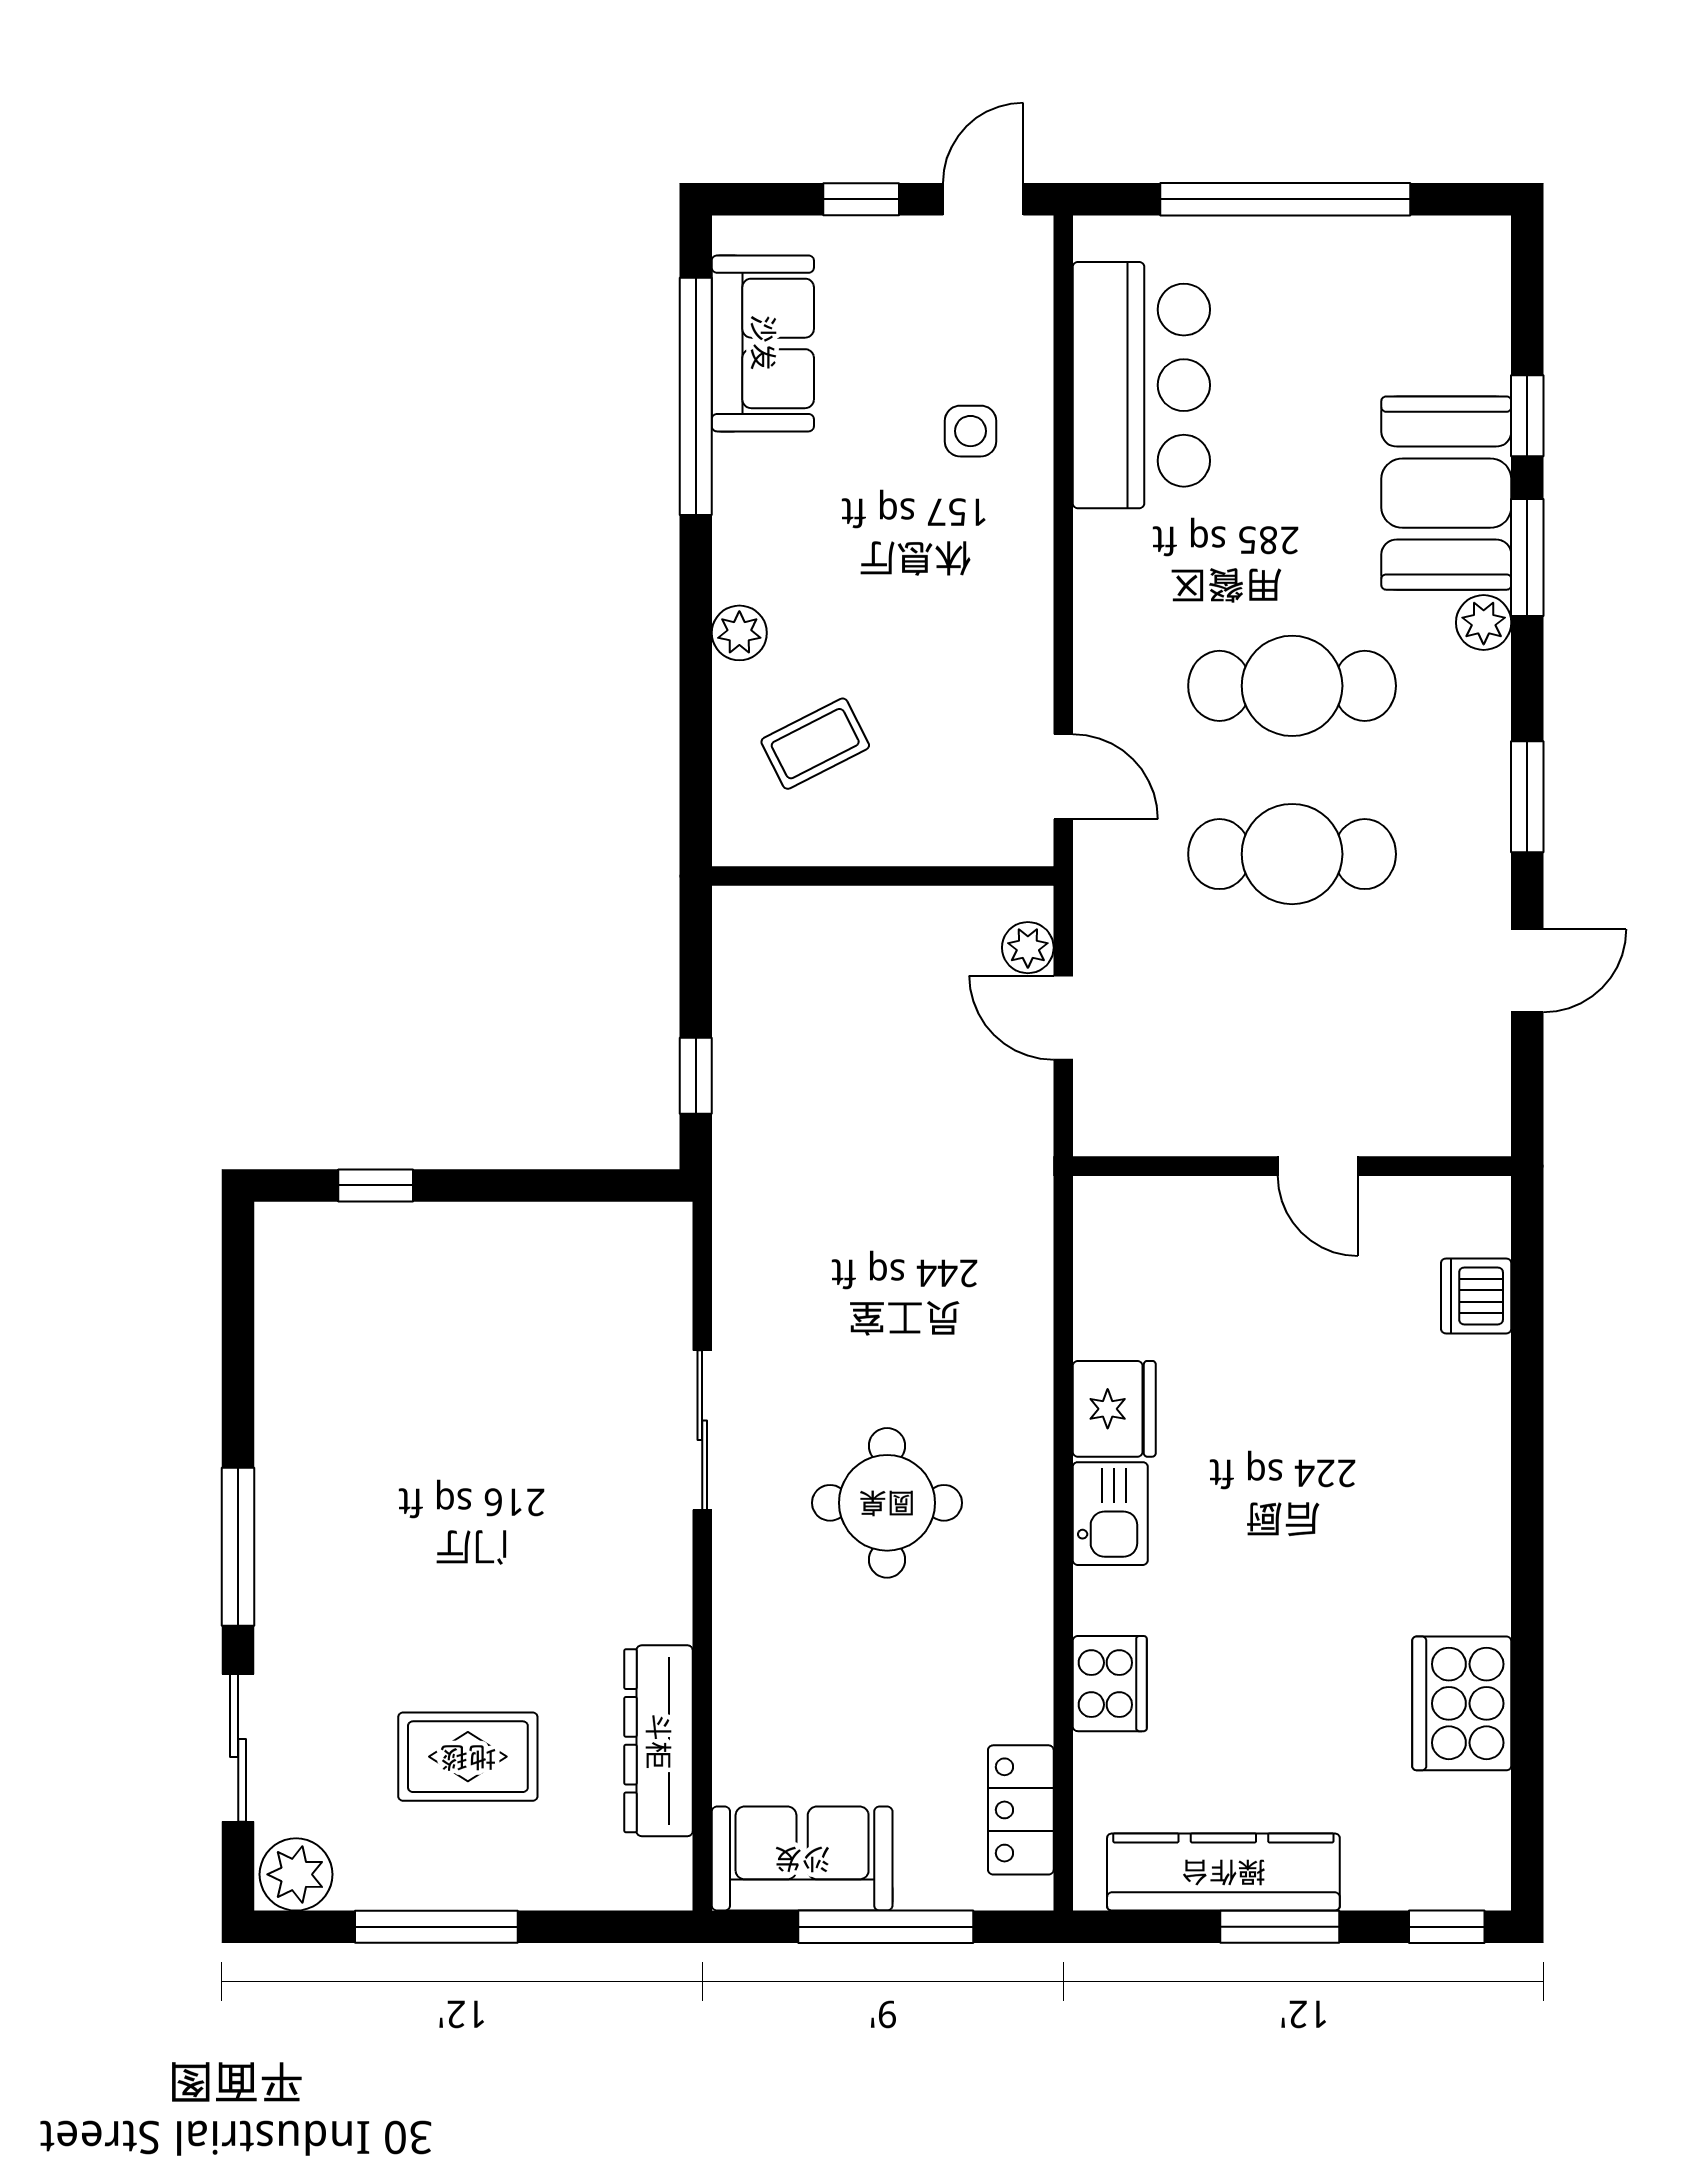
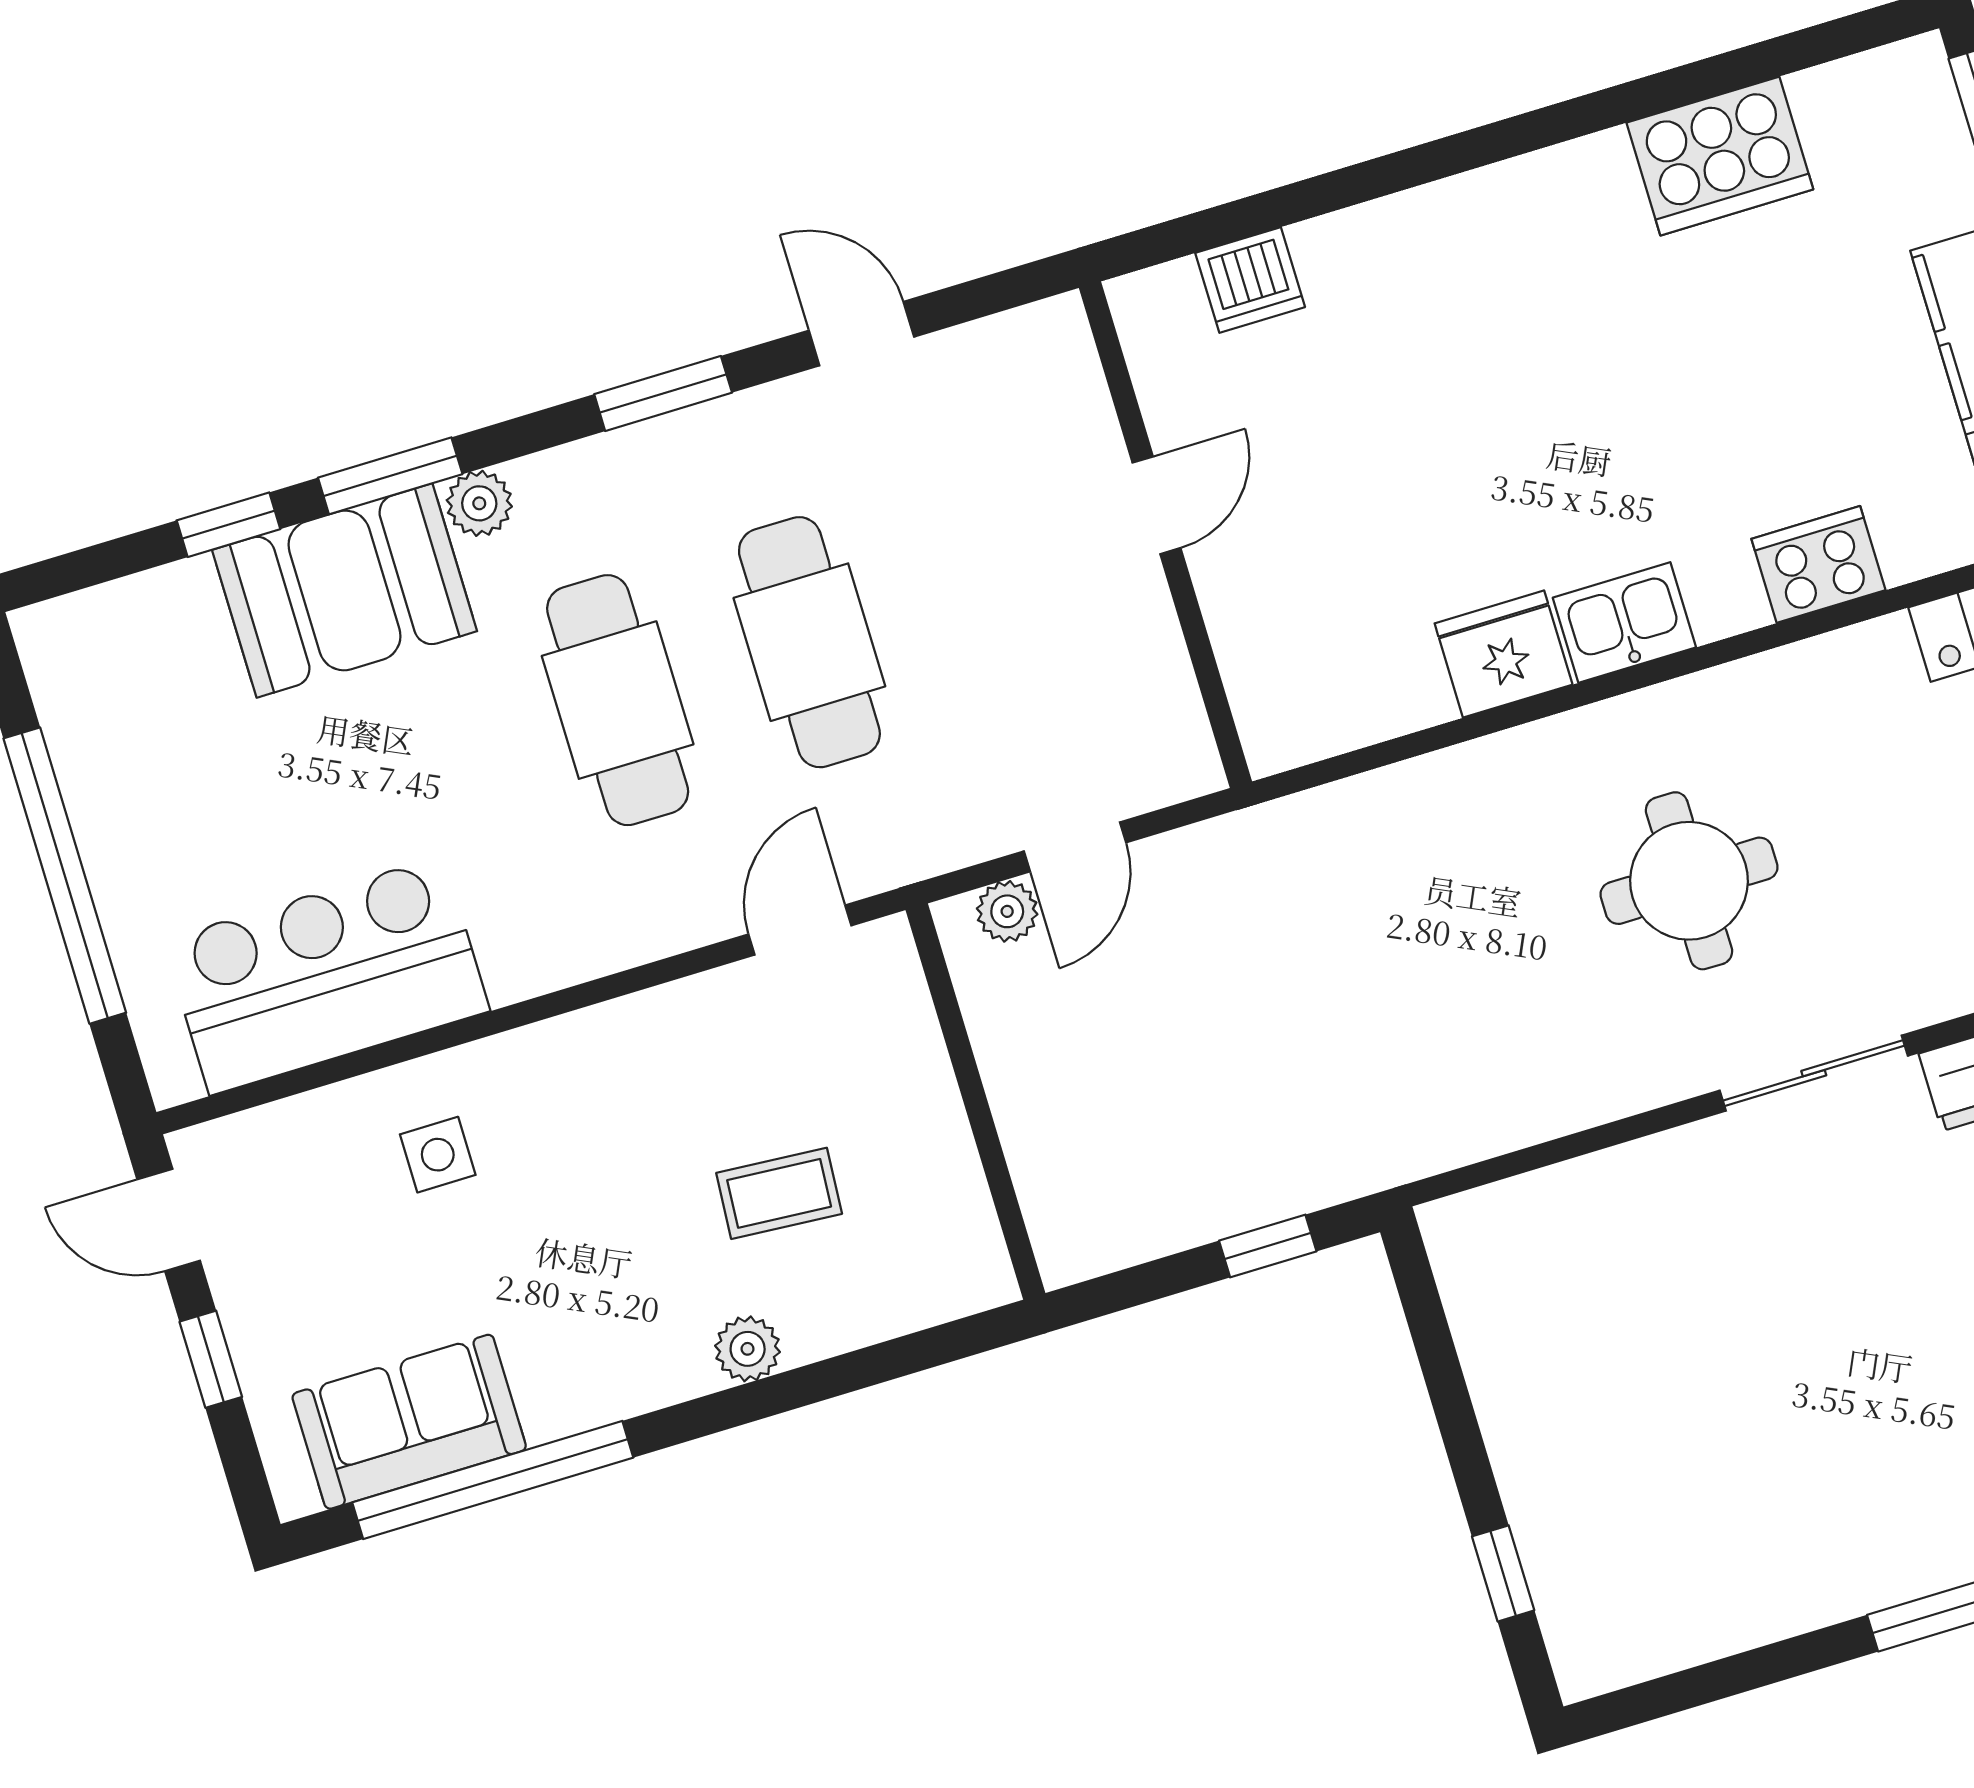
coffee table: (815, 744) -> (779, 1193), moved, turned -59
sliding door: (702, 1430) -> (1814, 1073), moved

